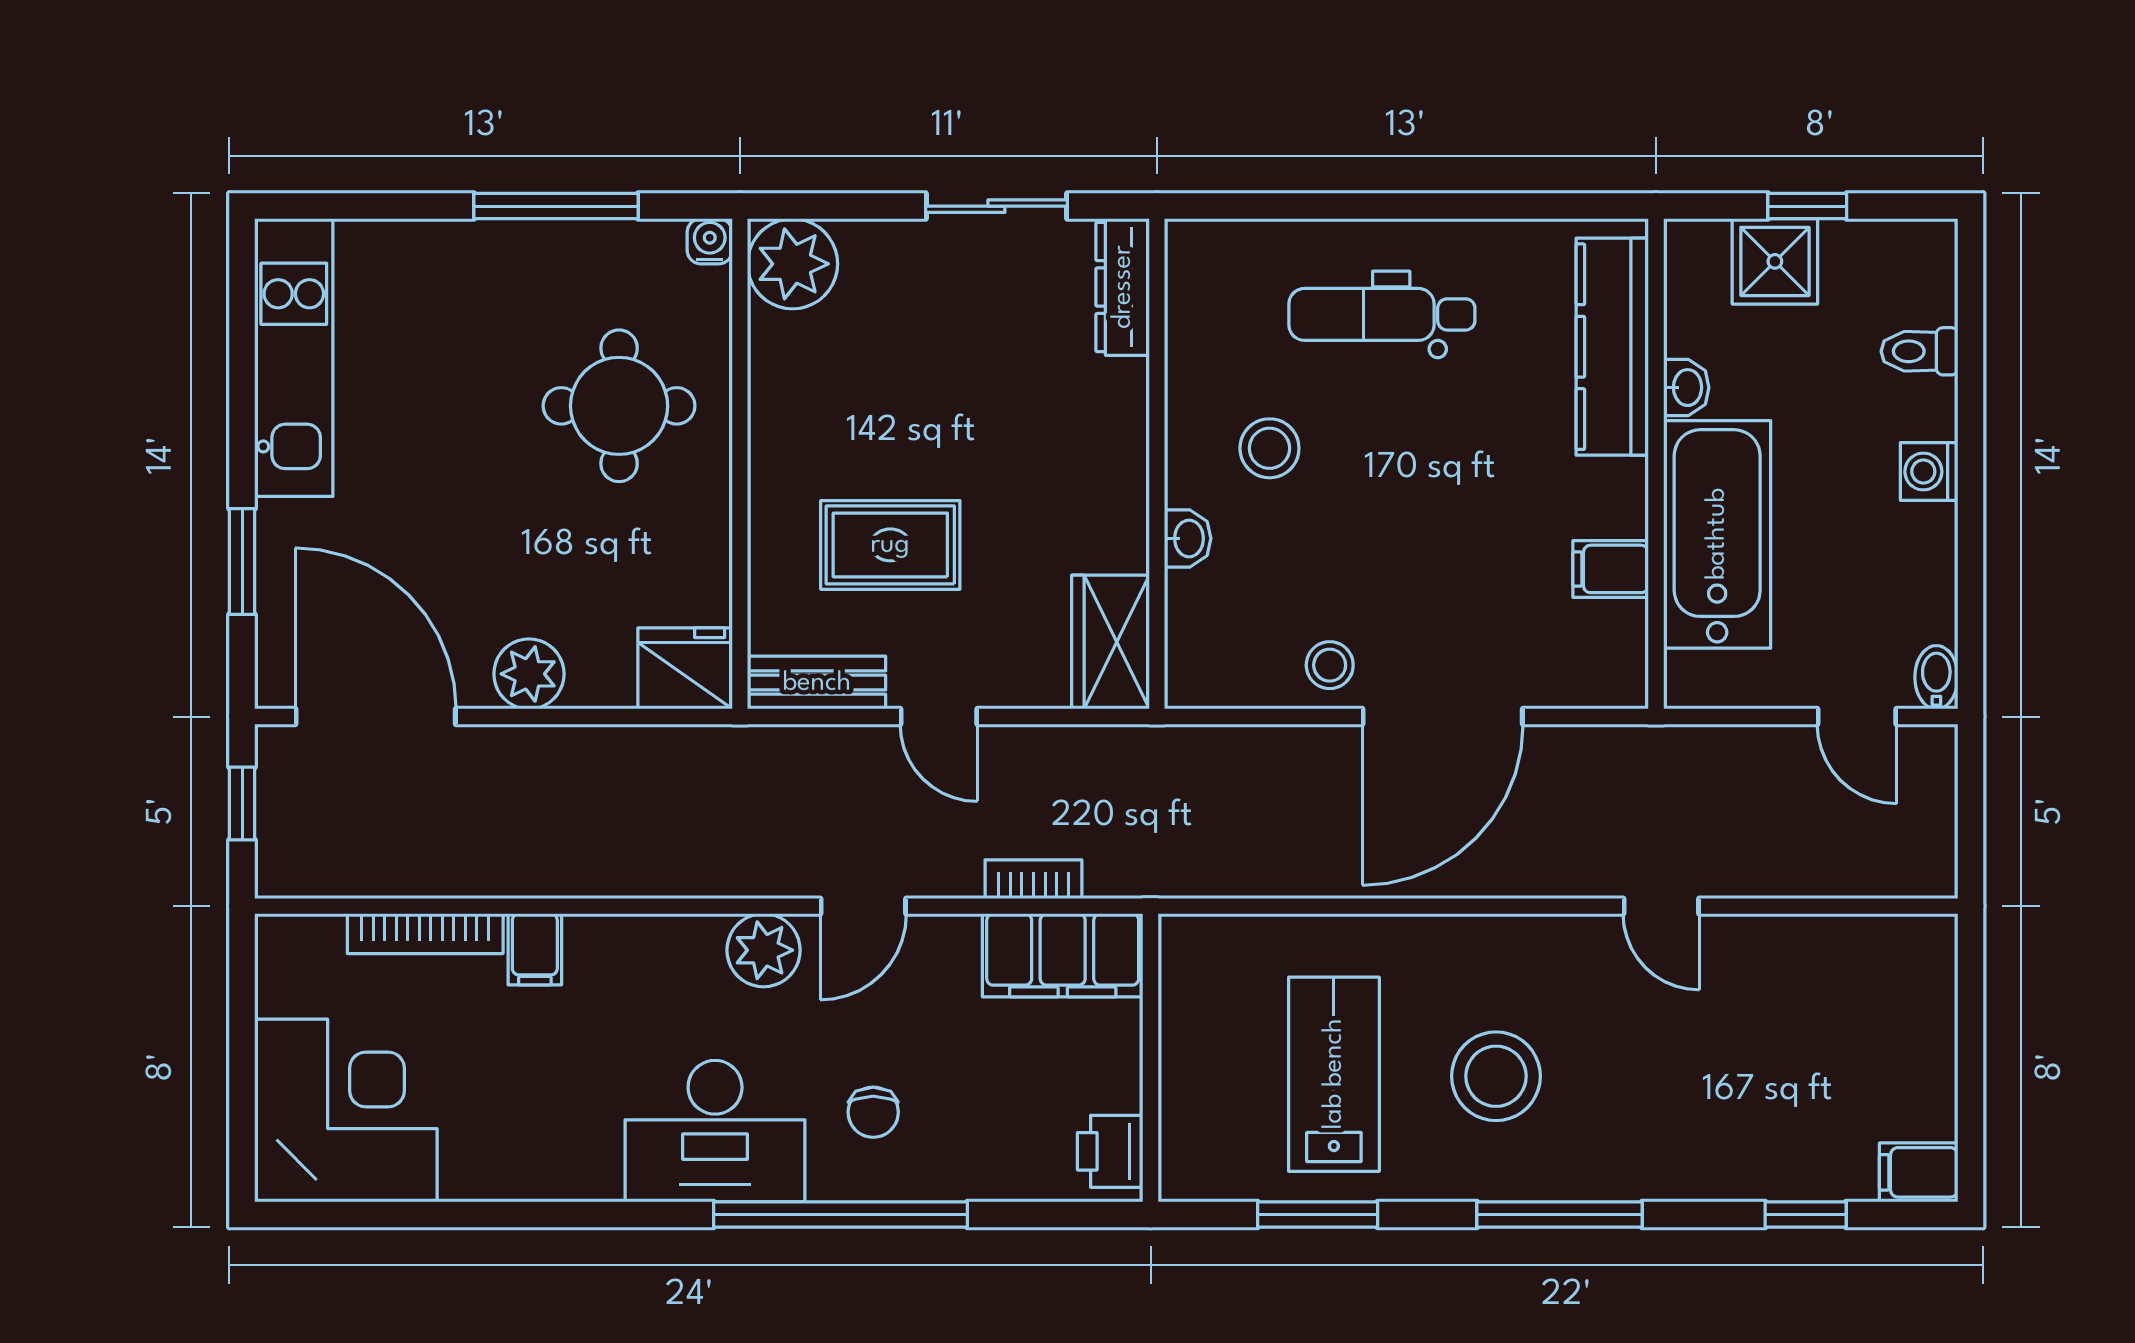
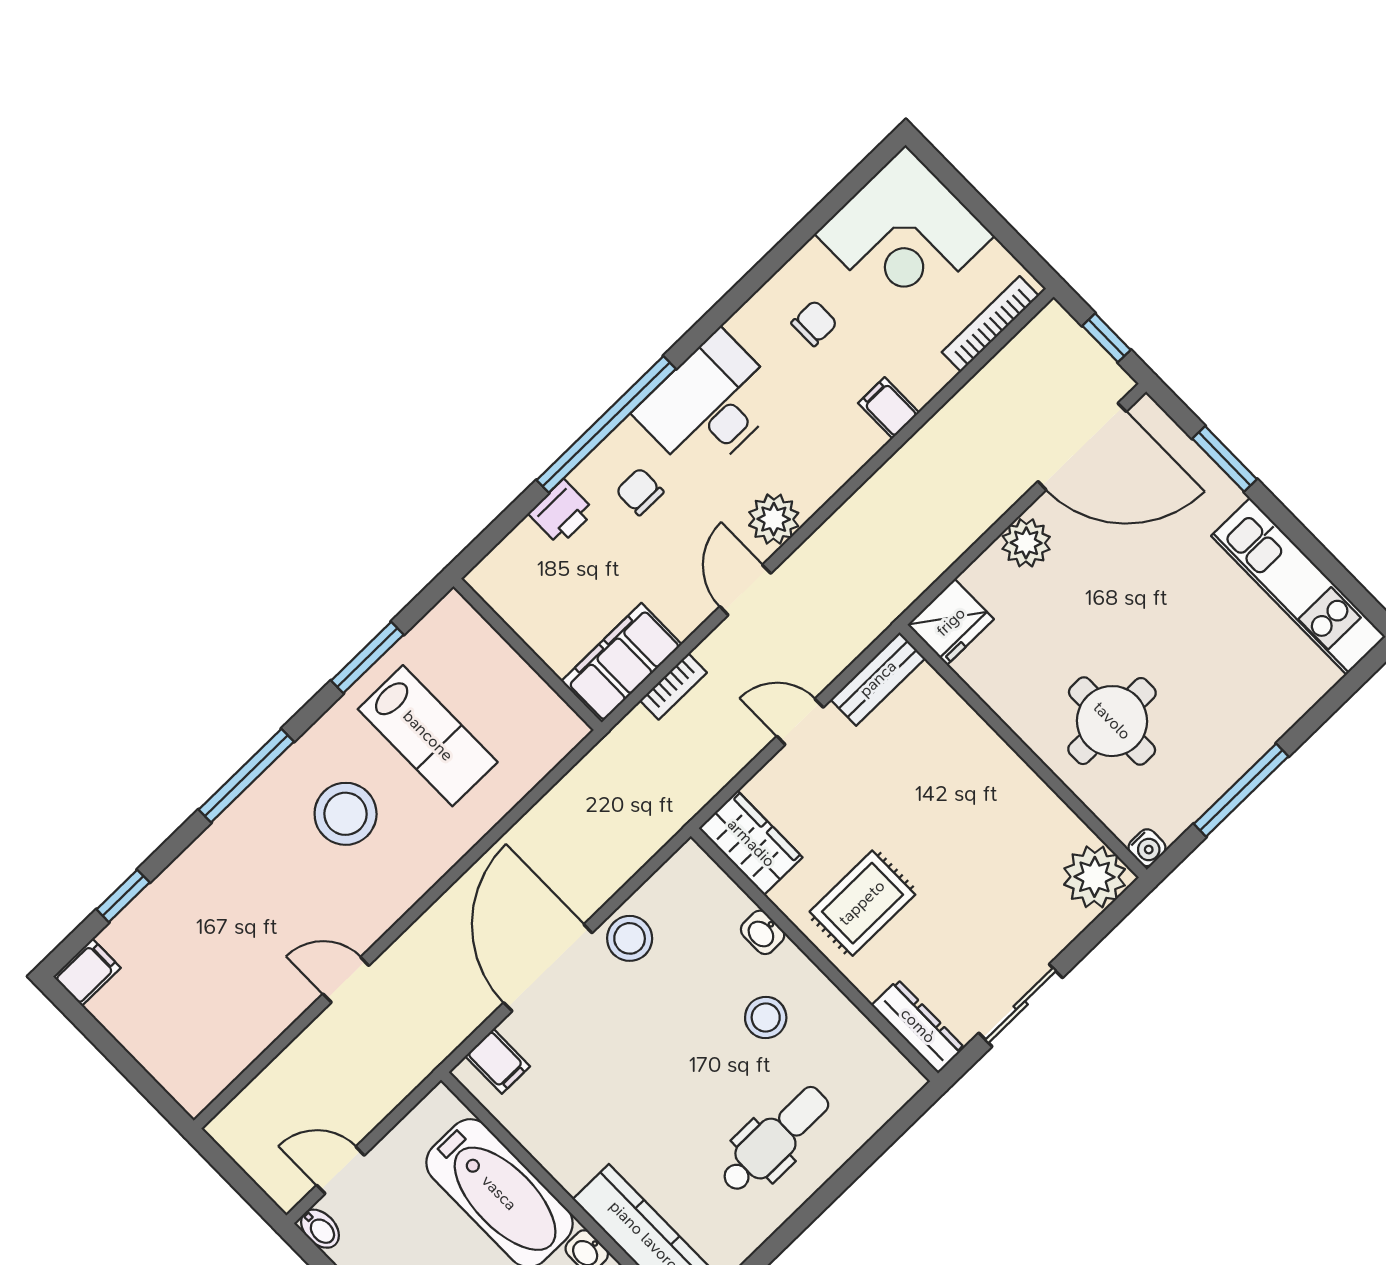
rug: (890, 545) -> (862, 903), moved
filing cabinet: (1611, 569) -> (498, 1061), moved, turned 90
stool: (1330, 665) -> (630, 938), width x1.37, depth x1.37
bookcase: (425, 934) -> (990, 324), moved
chair: (526, 1110) -> (814, 323), added
printer: (1110, 1151) -> (562, 512), moved, turned 90

